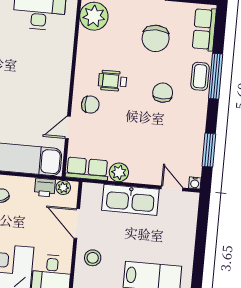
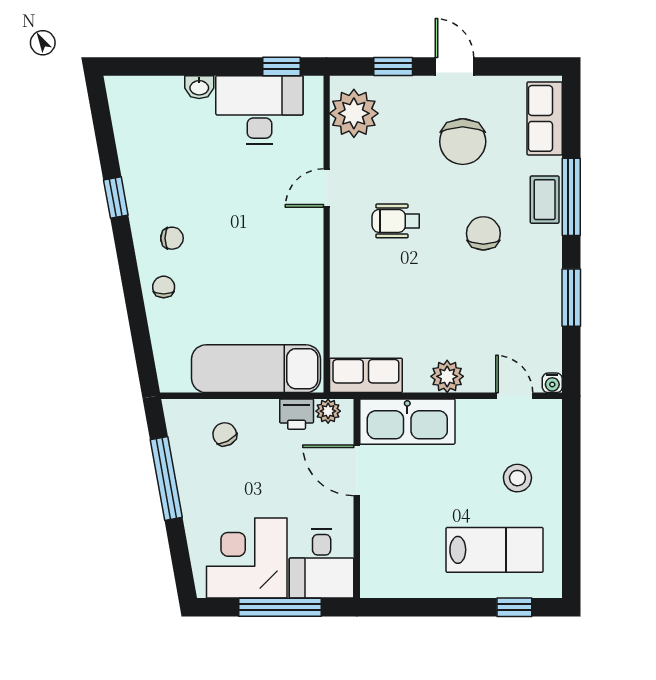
chair: (90, 105) -> (361, 265), removed
door: (68, 127) -> (327, 188), moved
window: (209, 150) -> (571, 298), moved
plant: (119, 172) -> (447, 376), moved
kitchen sink: (130, 200) -> (407, 422), moved
stool: (93, 258) -> (517, 478), moved

